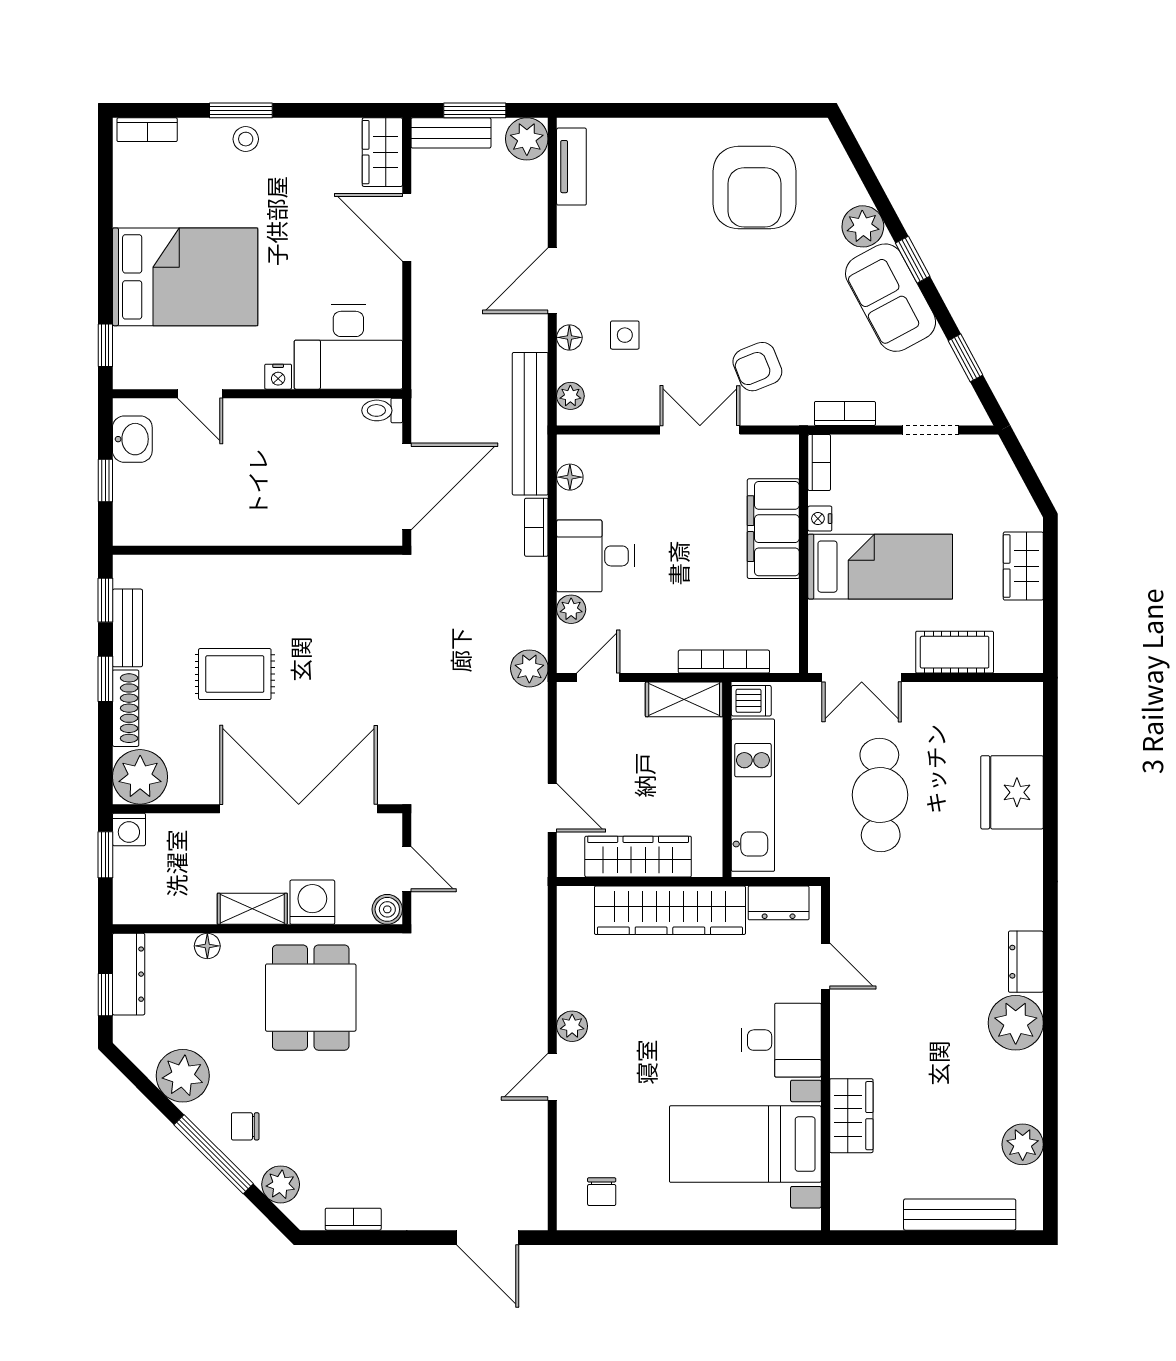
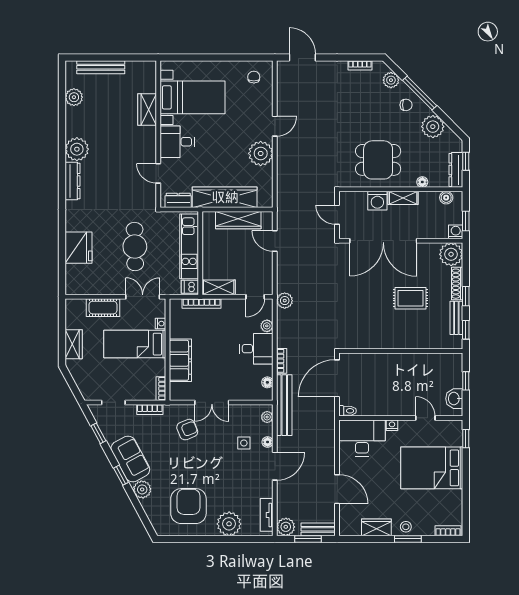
plant: (660, 146) -> (229, 524), added
wardrobe: (382, 152) -> (376, 527), moved, turned -90
nightstand: (820, 519) -> (161, 324), moved
boiler: (387, 909) -> (446, 198), moved
dresser: (1026, 962) -> (73, 181), width x1.44
dining table: (311, 998) -> (378, 160), turned 90
plant: (572, 1026) -> (261, 153), width x1.87, depth x1.87

